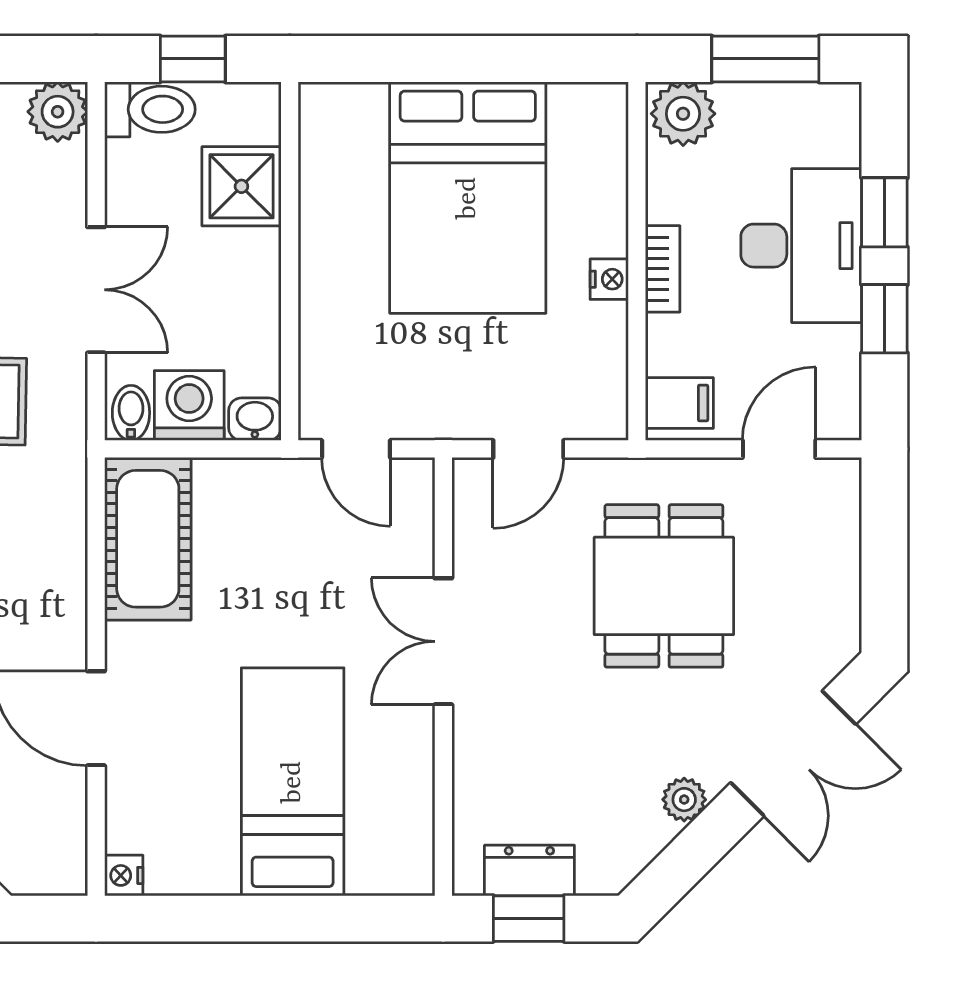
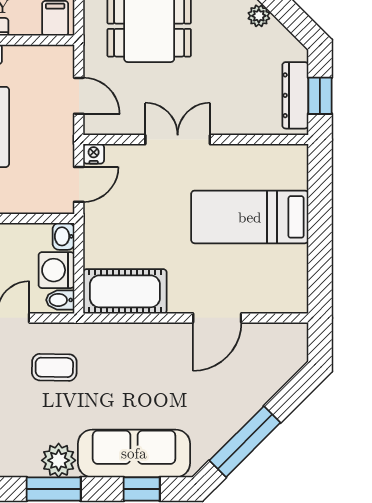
double door: (443, 641) -> (178, 140), swing flipped
dresser: (529, 870) -> (295, 95), width x1.44
nightstand: (124, 875) -> (94, 154), moved, turned 180

